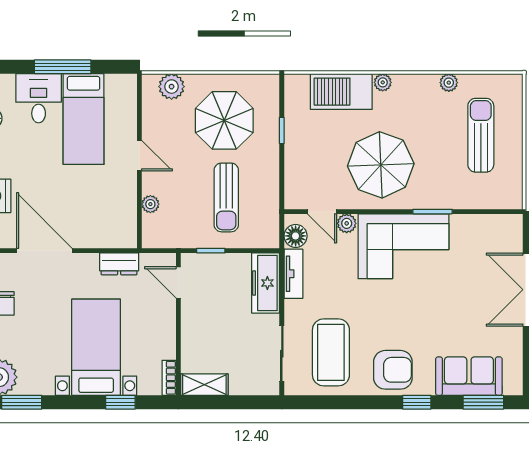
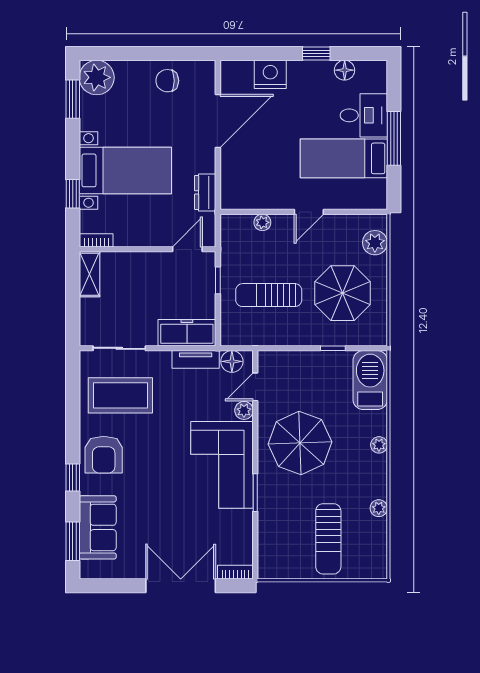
barbecue: (341, 92) -> (370, 380), moved
sun lounger: (481, 135) -> (328, 539), turned 90
bookcase: (516, 232) -> (235, 572), added

